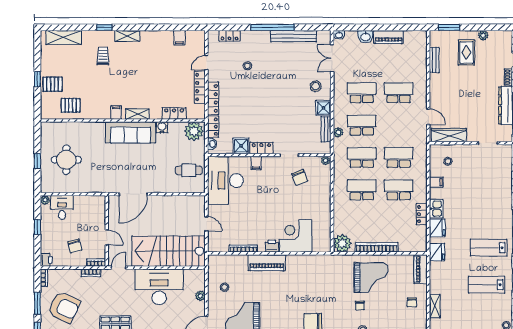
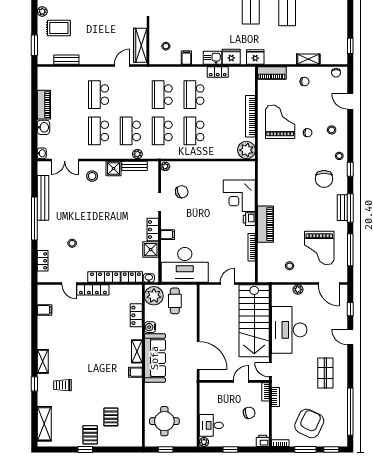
filing cabinet: (116, 112) -> (135, 372), moved
locker: (174, 113) -> (136, 315), moved
shelving: (137, 114) -> (137, 351), moved
wall: (123, 121) -> (143, 366), moved
water cooler: (162, 127) -> (150, 327), moved
plant: (194, 131) -> (154, 296), moved
sofa: (131, 132) -> (155, 358), moved

